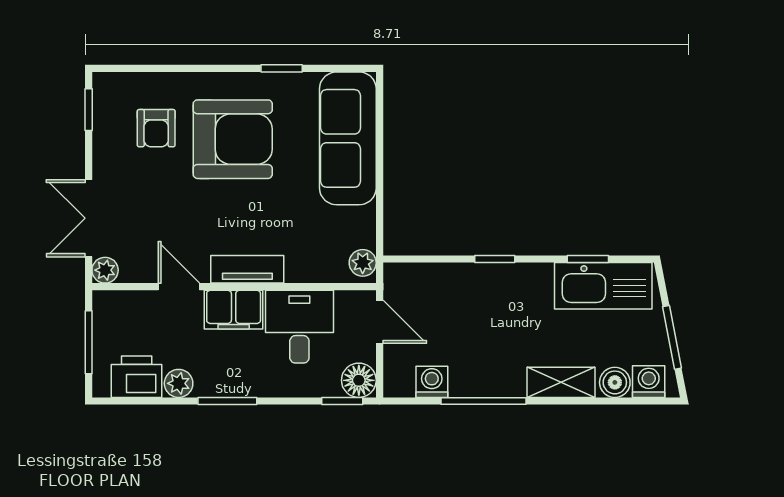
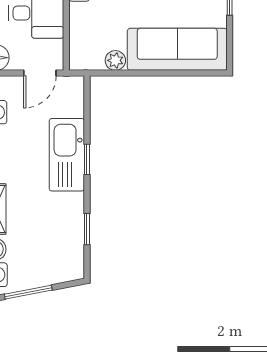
plant: (363, 263) -> (115, 60), moved
kitchen sink: (603, 286) -> (67, 155), moved

